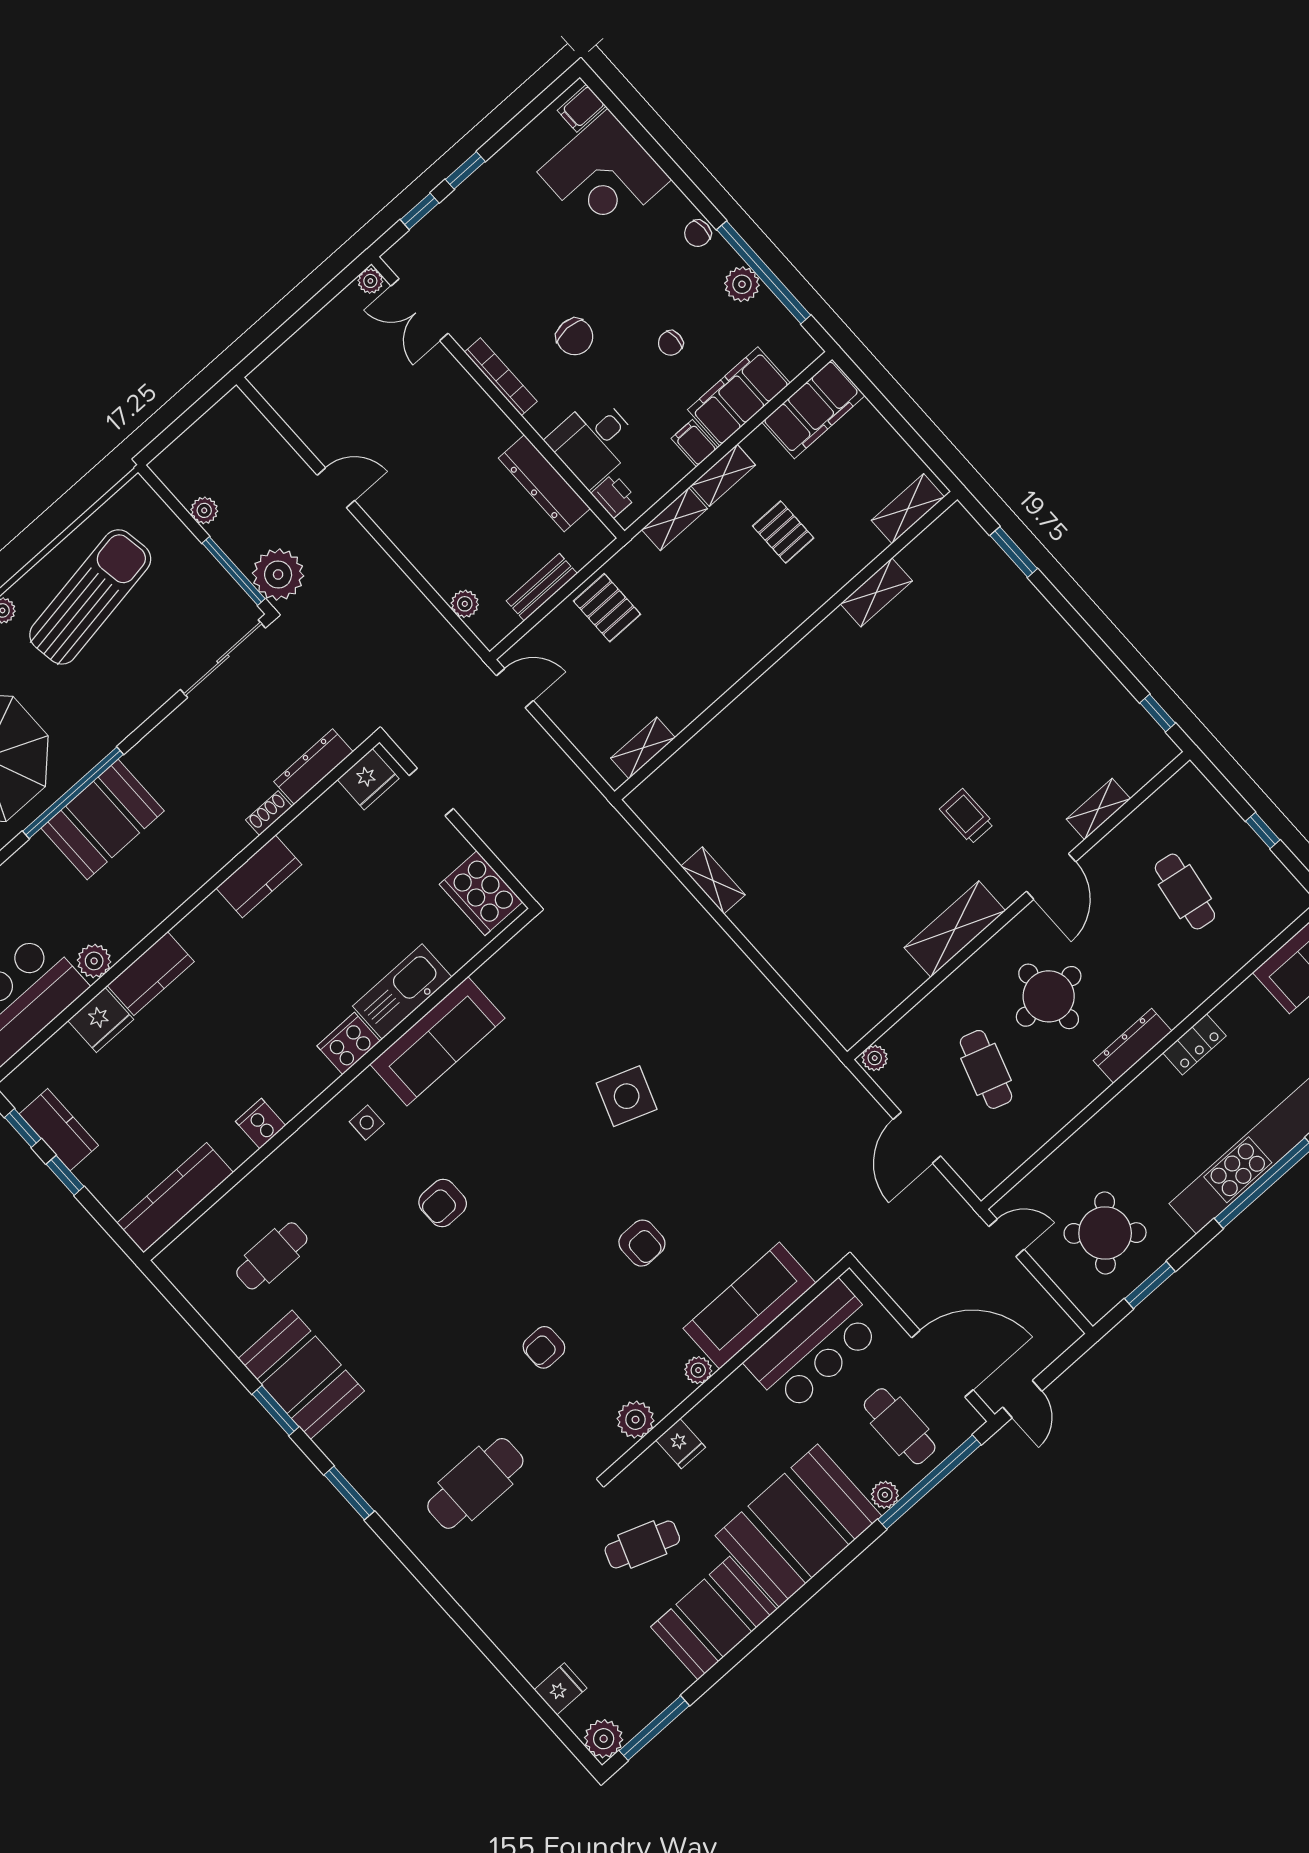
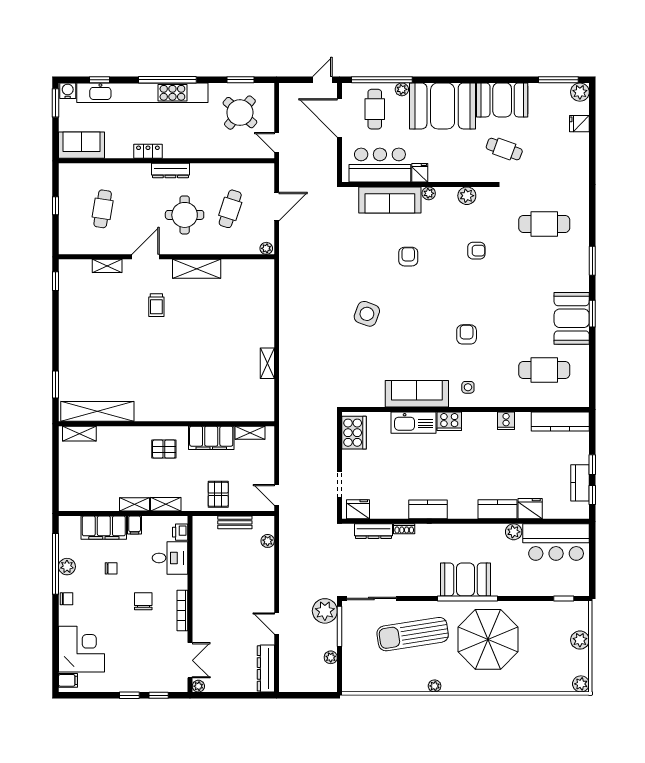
filing cabinet: (813, 409) -> (211, 438), moved, turned 180
dresser: (544, 483) -> (266, 668), moved, turned 180
pallet: (783, 532) -> (164, 449), moved, turned 90
shelving: (876, 592) -> (97, 411), width x2.20, depth x1.33
sun lounger: (90, 597) -> (413, 634), moved
armchair: (443, 1203) -> (467, 334), turned -90
cafe table: (272, 1256) -> (544, 370), width x1.37, depth x1.35
fridge: (681, 1444) -> (420, 173), moved

